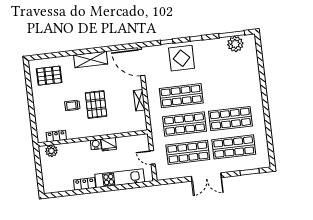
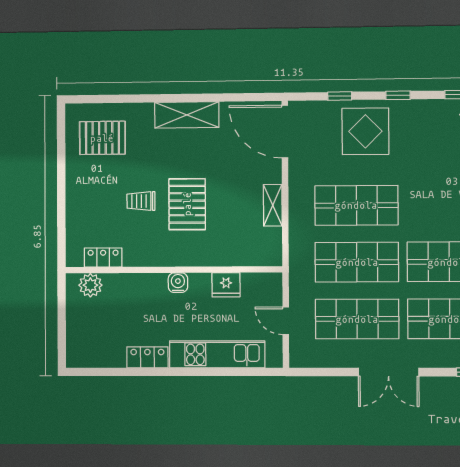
fridge: (109, 144) -> (226, 285), moved

